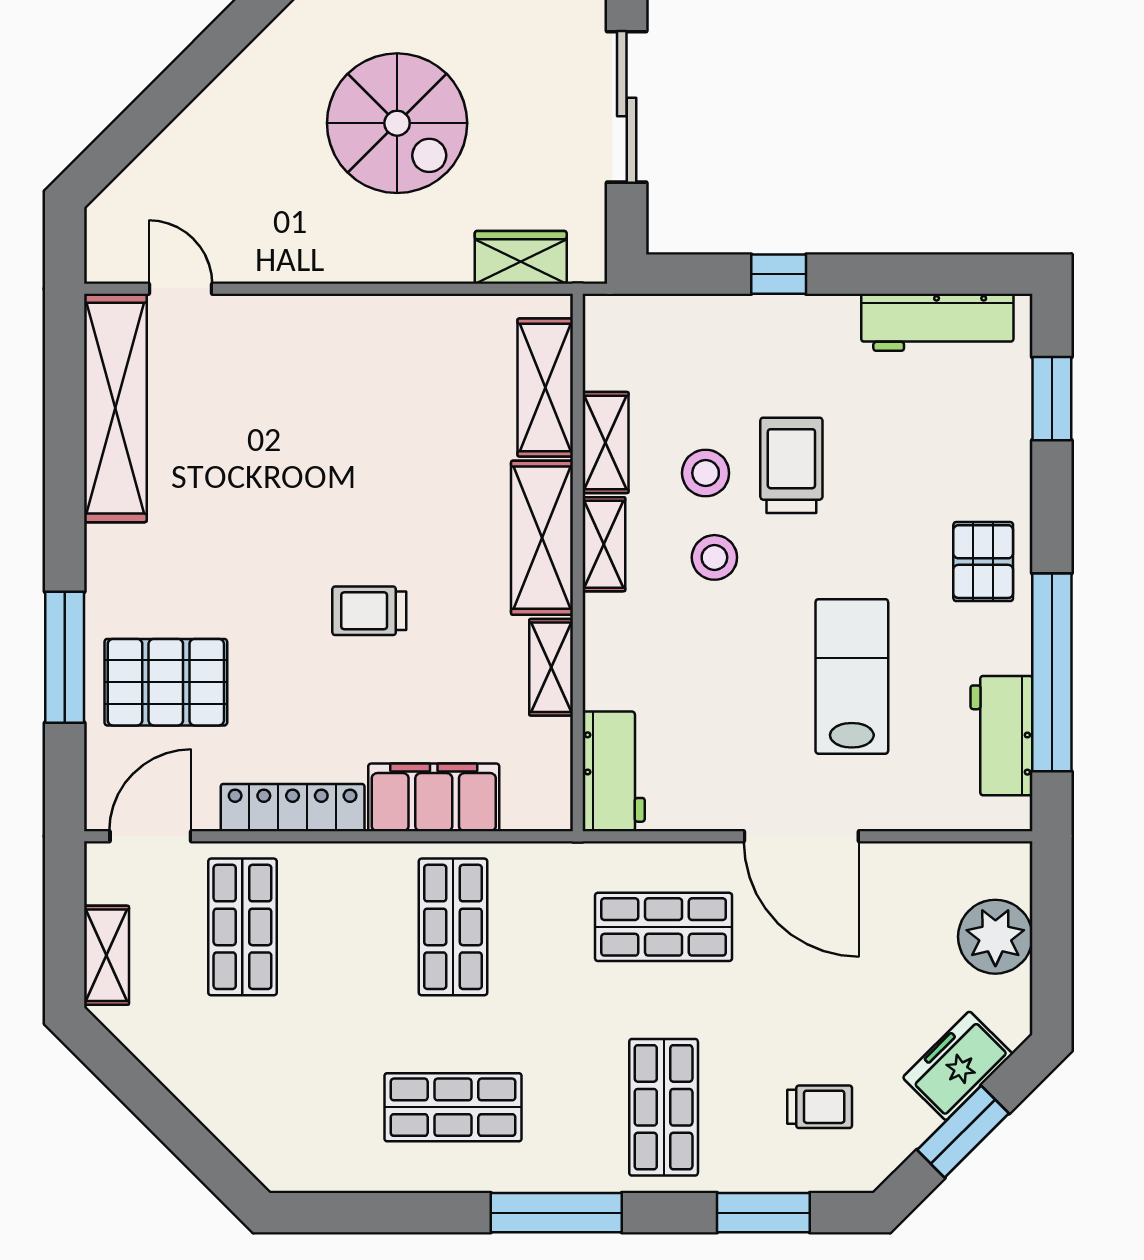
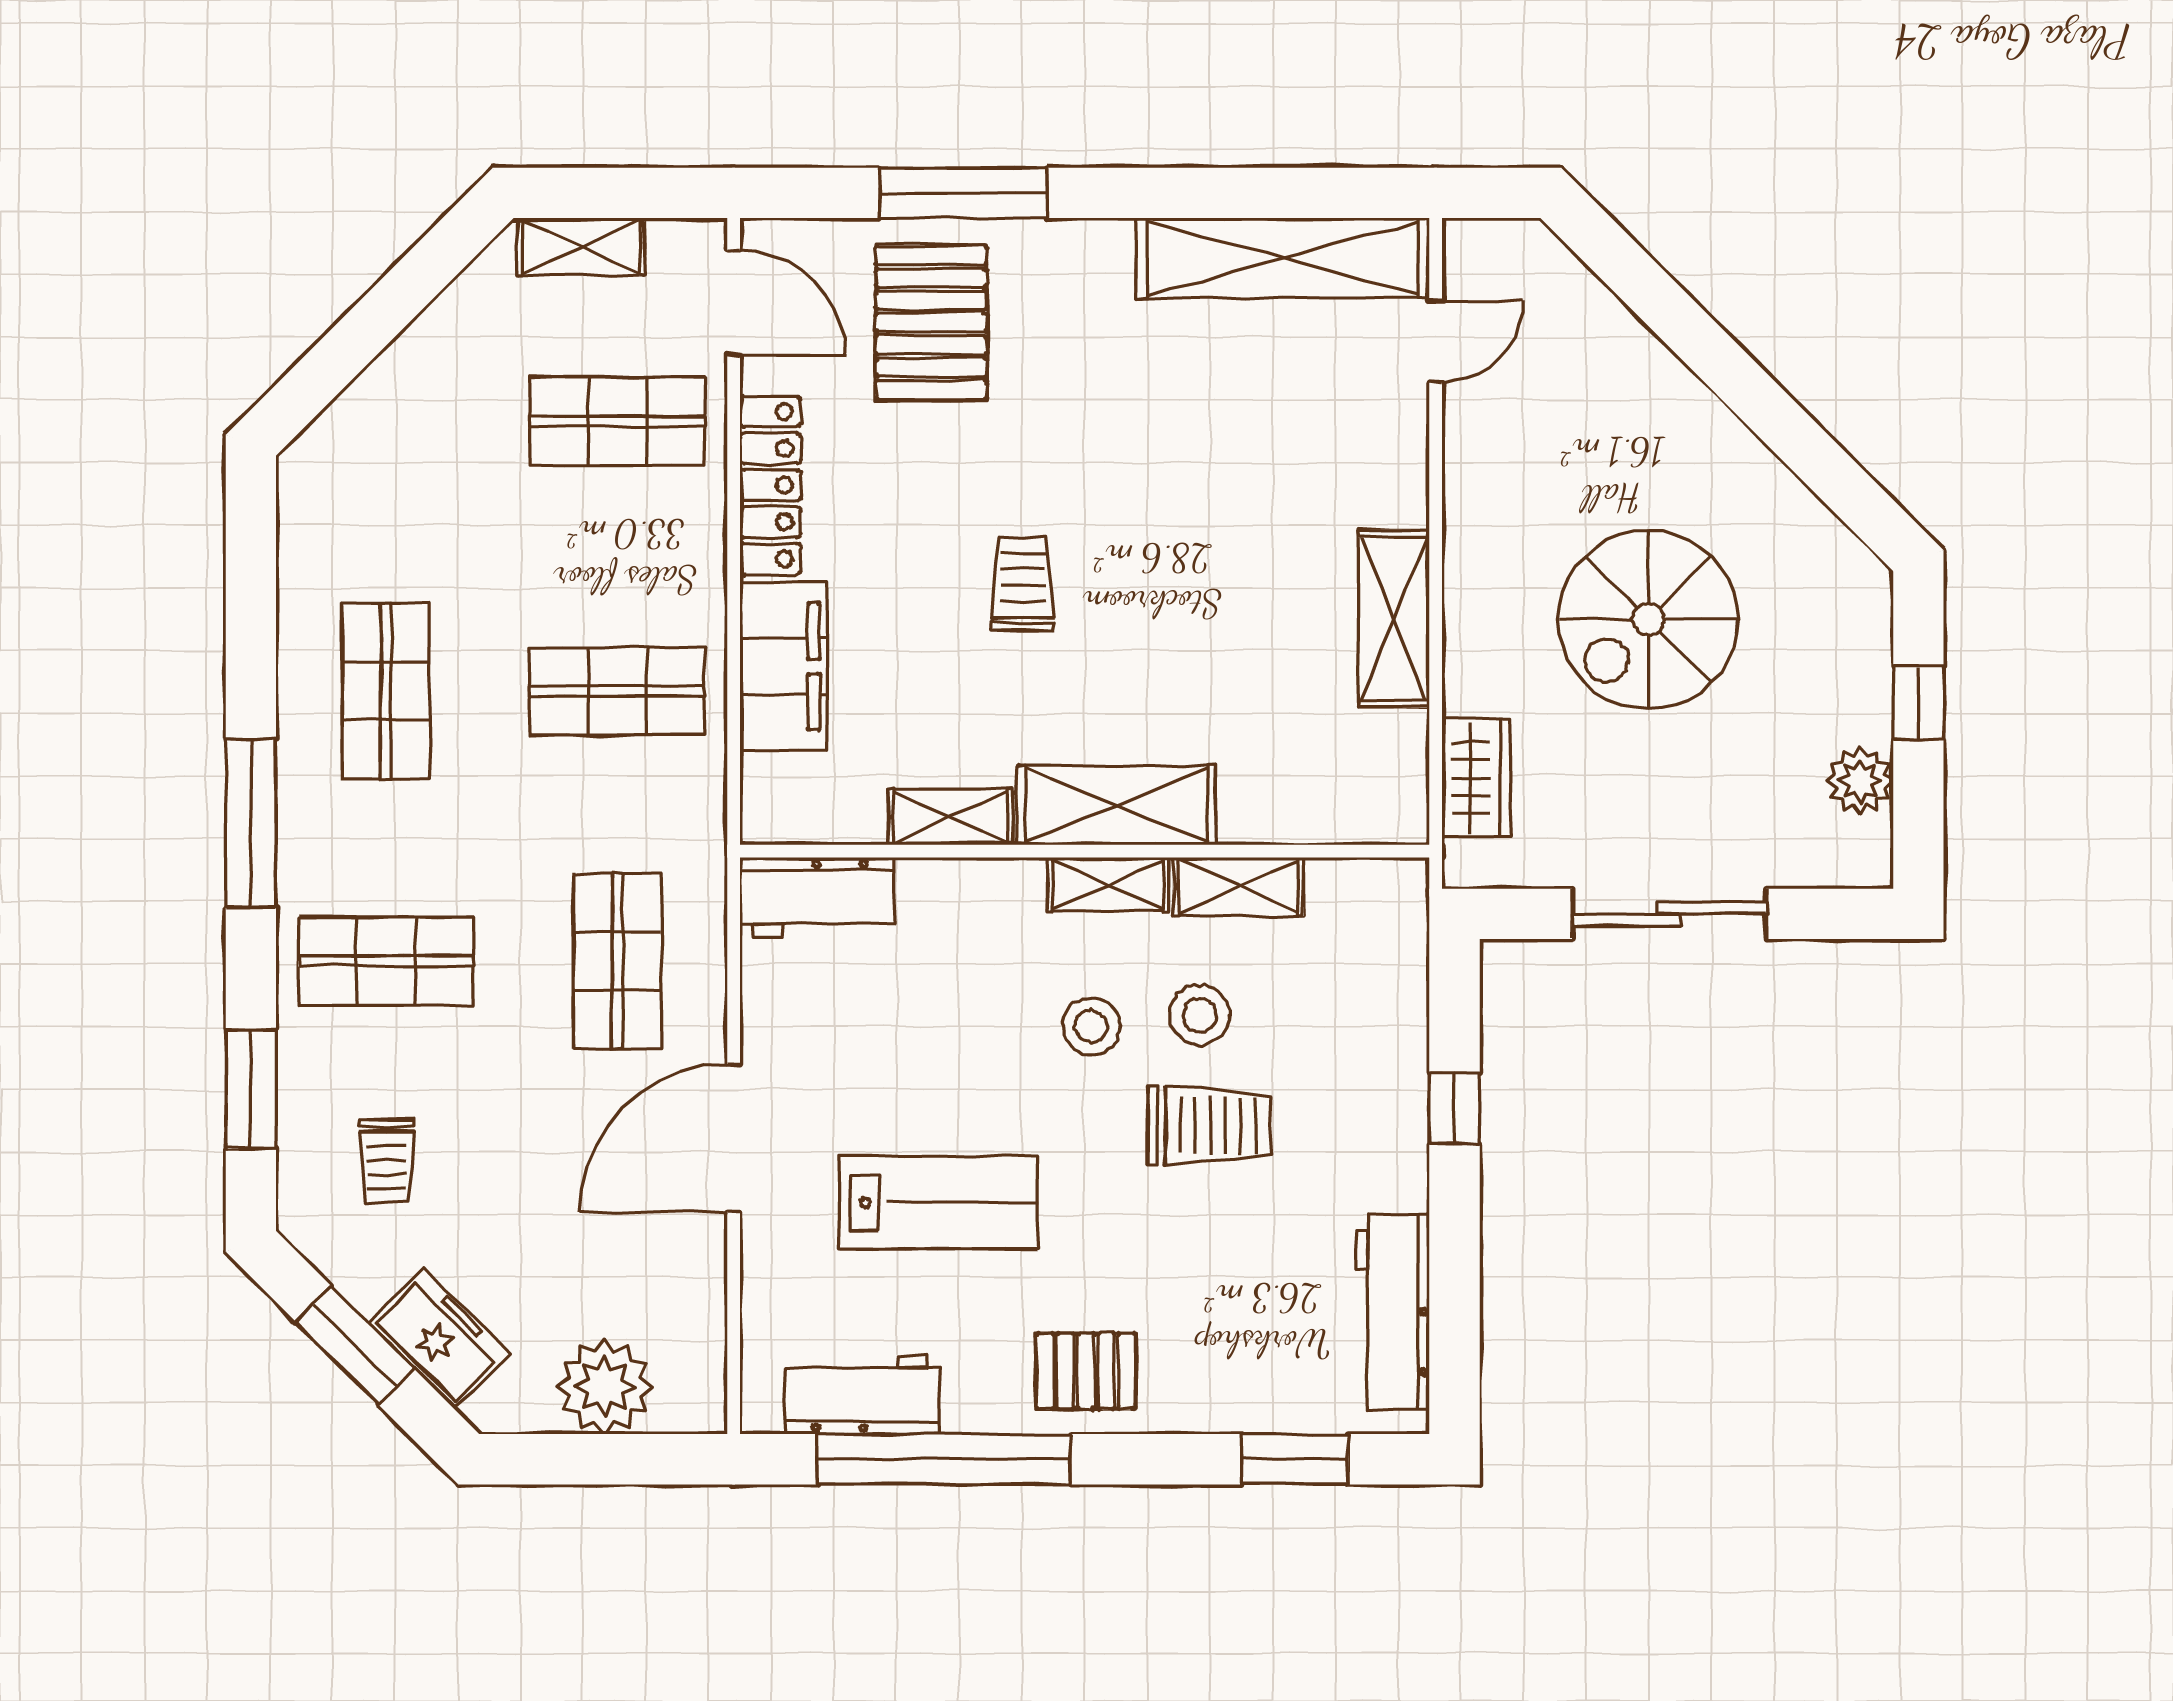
shelving: (545, 387) -> (1394, 619), moved, turned 90

